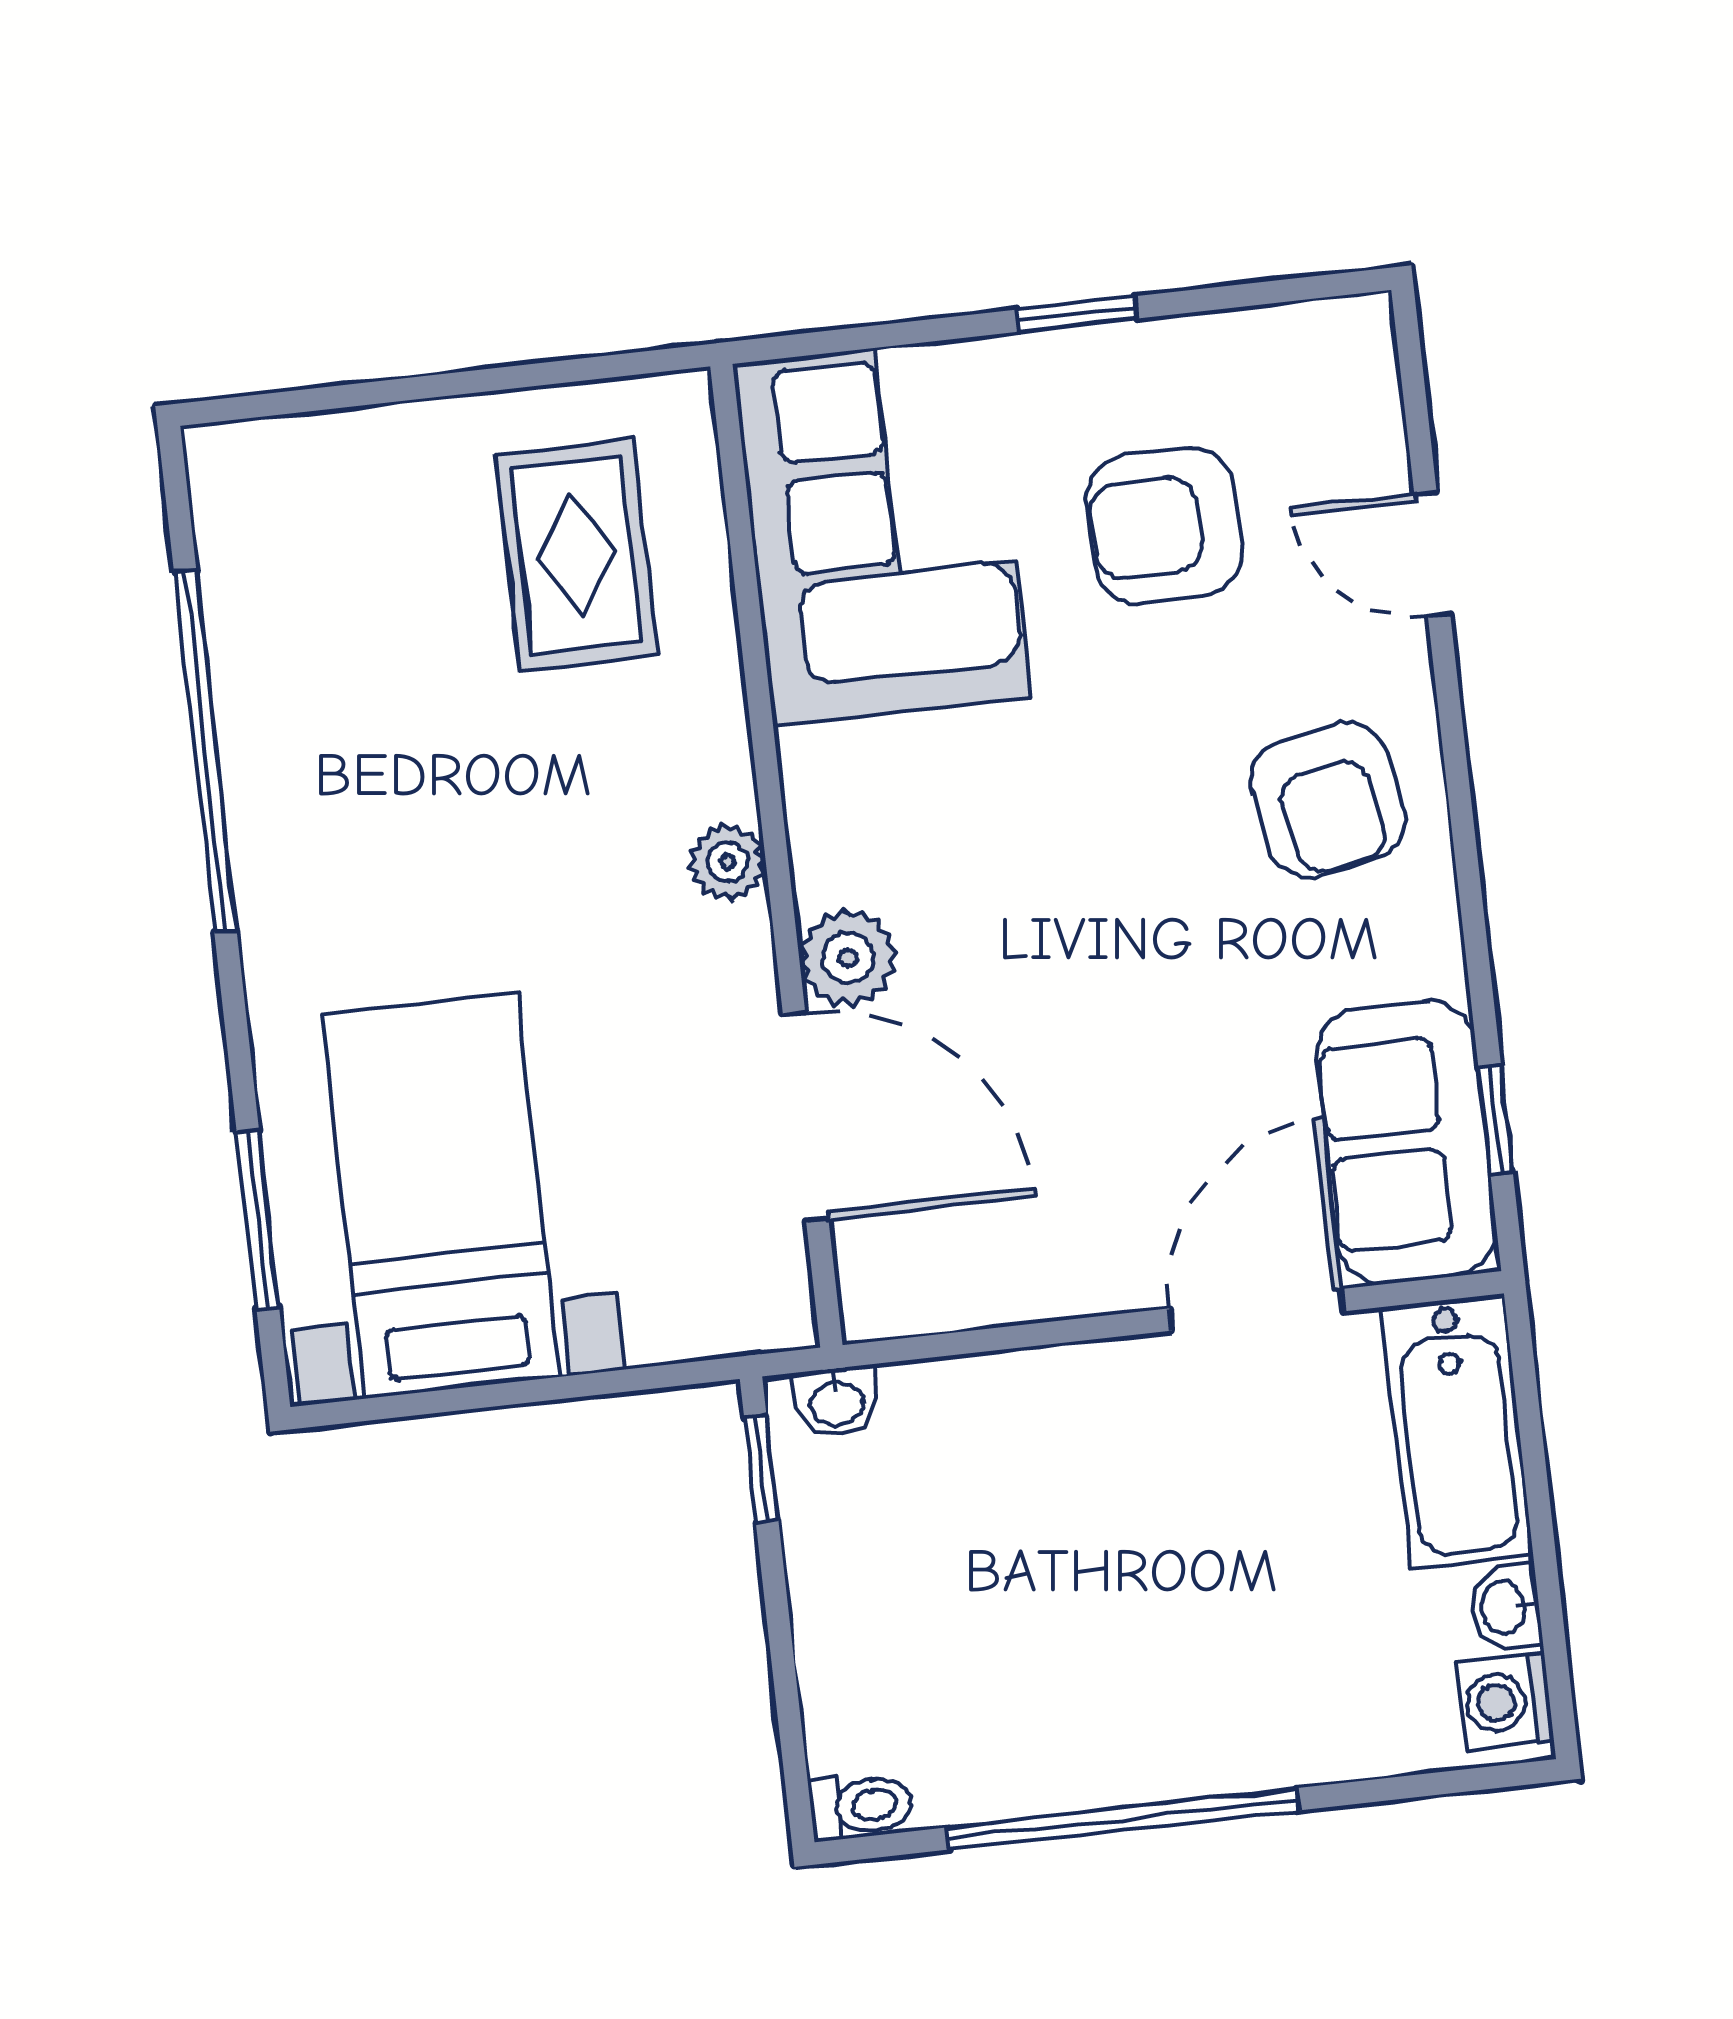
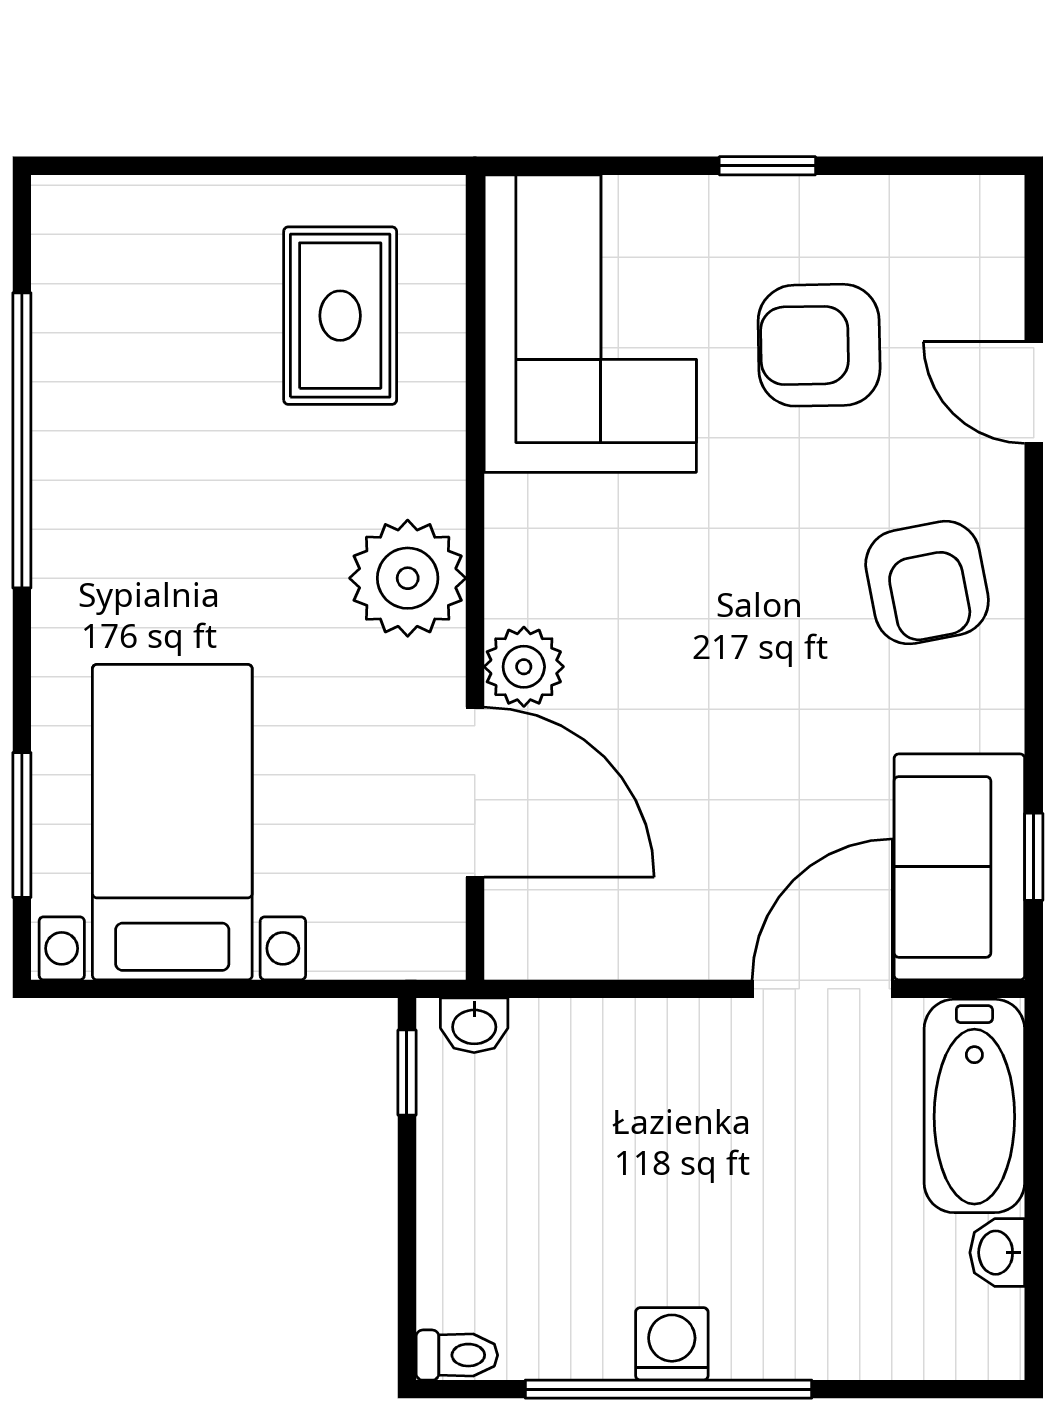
plant: (728, 862) -> (408, 578), width x1.88, depth x1.88
washing machine: (1505, 1701) -> (672, 1344), moved, turned 90

